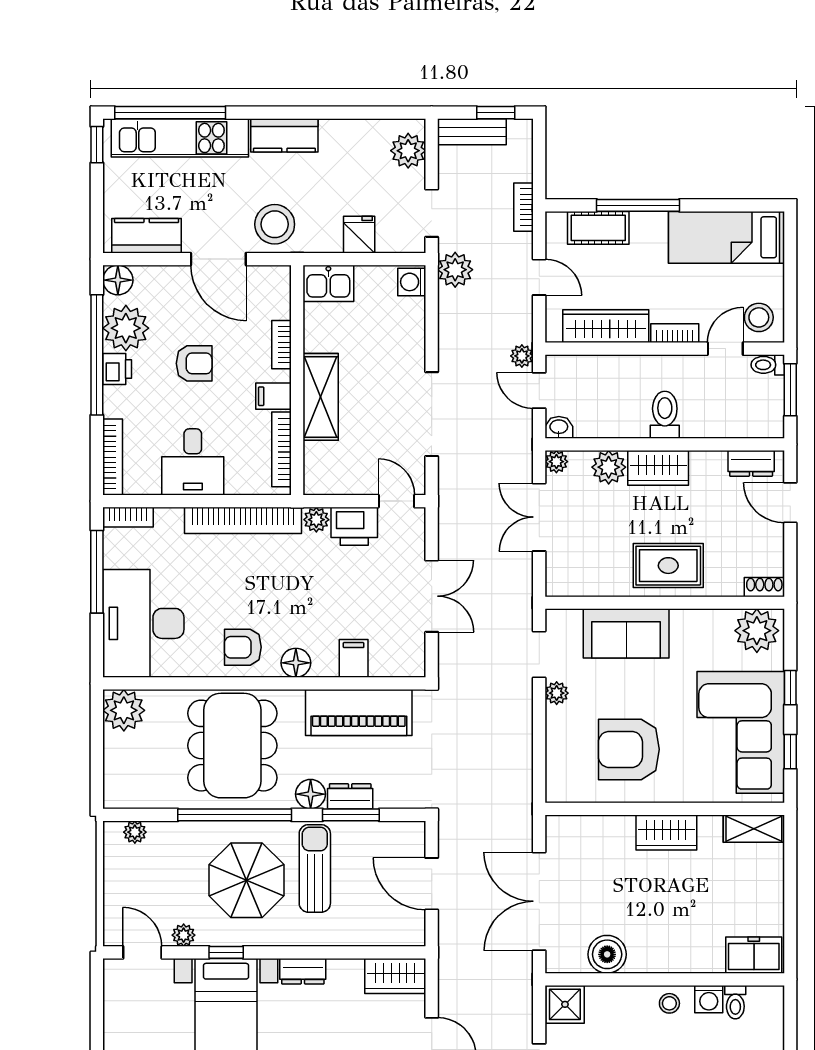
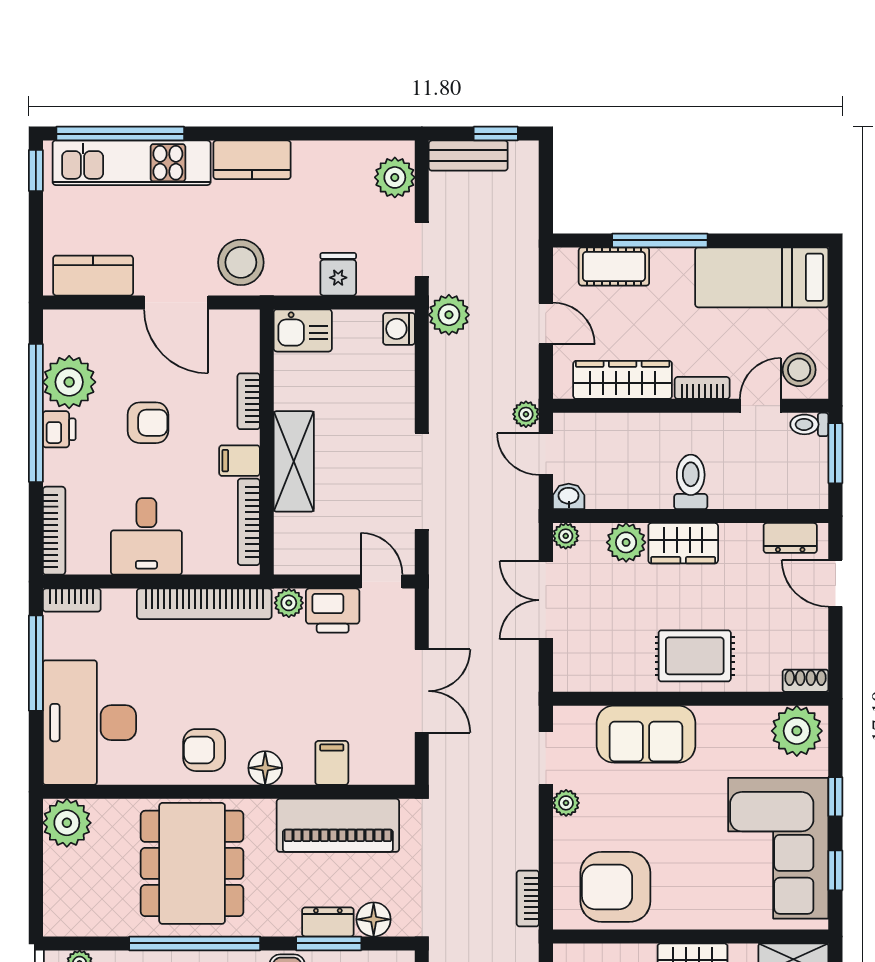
bookcase: (524, 207) -> (528, 898), moved
floor lamp: (118, 280) -> (60, 327), removed
armchair: (629, 749) -> (615, 887), moved
floor lamp: (311, 794) -> (374, 919), moved

